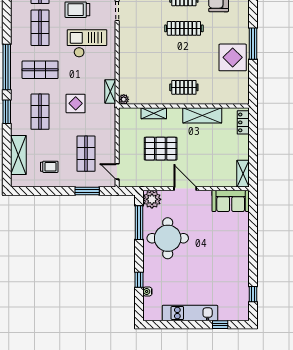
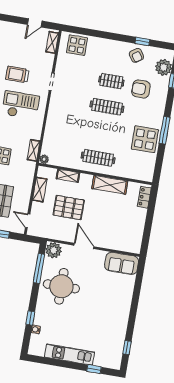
clothes rail: (184, 87) -> (98, 158), width x1.36
shelving: (243, 174) -> (40, 190), moved

